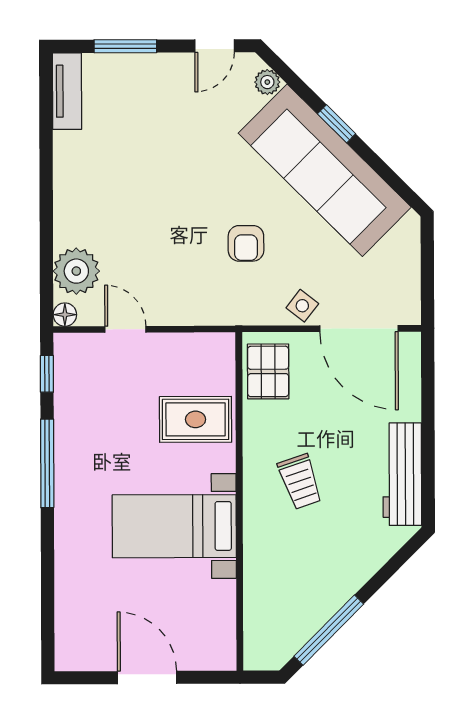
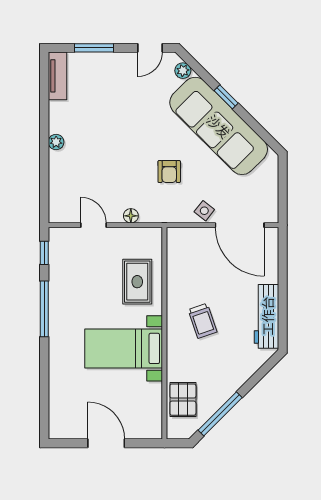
plant: (76, 271) -> (56, 142), moved, width x0.53, depth x0.53
floor lamp: (65, 315) -> (131, 216), moved
pallet: (268, 371) -> (183, 400), moved
rug: (196, 419) -> (137, 282), turned 90

